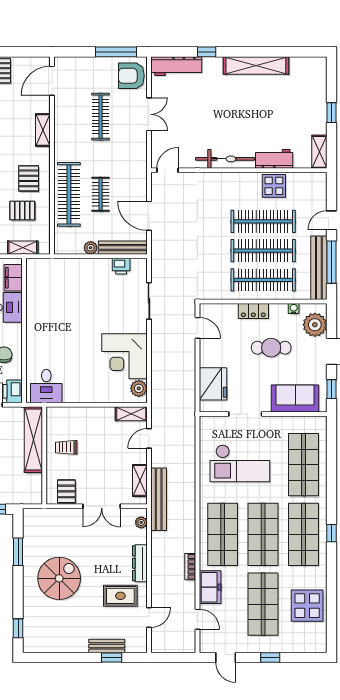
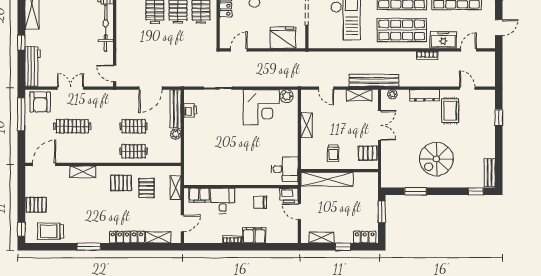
door: (52, 81) -> (44, 164), swing flipped
clothes rail: (69, 194) -> (134, 151), width x0.54, depth x0.76
shelving: (131, 414) -> (307, 125), moved
spiral stairs: (59, 578) -> (436, 159), turned -90
bench: (107, 646) -> (490, 173), moved

